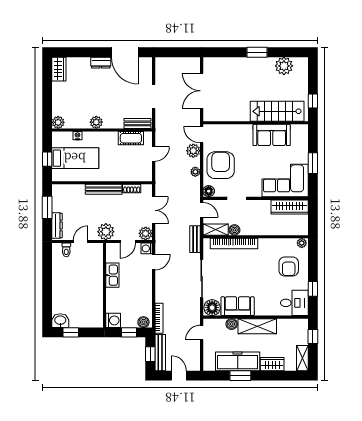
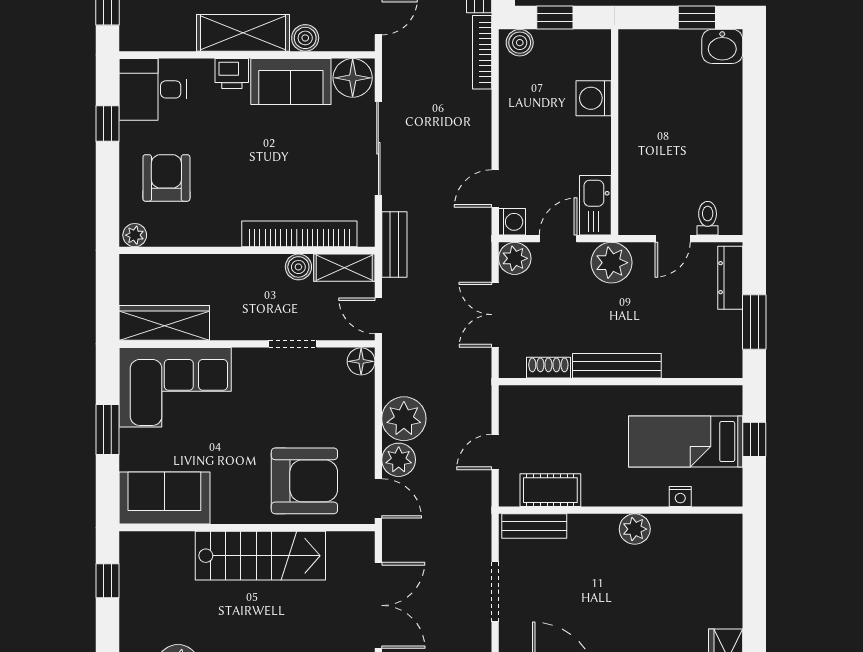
stairs: (277, 111) -> (260, 556), moved
plant: (58, 122) -> (727, 529), removed
sofa: (272, 135) -> (164, 498), moved
armchair: (221, 165) -> (304, 481), moved, turned -90
plant: (195, 172) -> (404, 419), width x1.87, depth x1.87
kitchen sink: (112, 275) -> (595, 205), moved
printer: (262, 309) -> (232, 74), added
washing machine: (113, 320) -> (594, 98), moved

